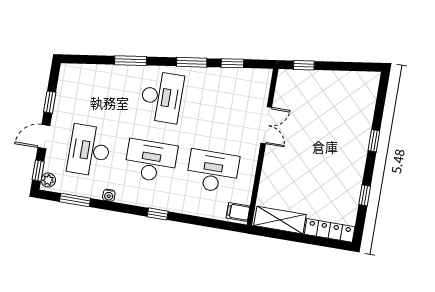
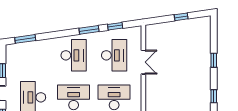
window: (131, 61) -> (25, 39), moved
window: (304, 65) -> (181, 17), moved
desk: (223, 107) -> (114, 55), added

